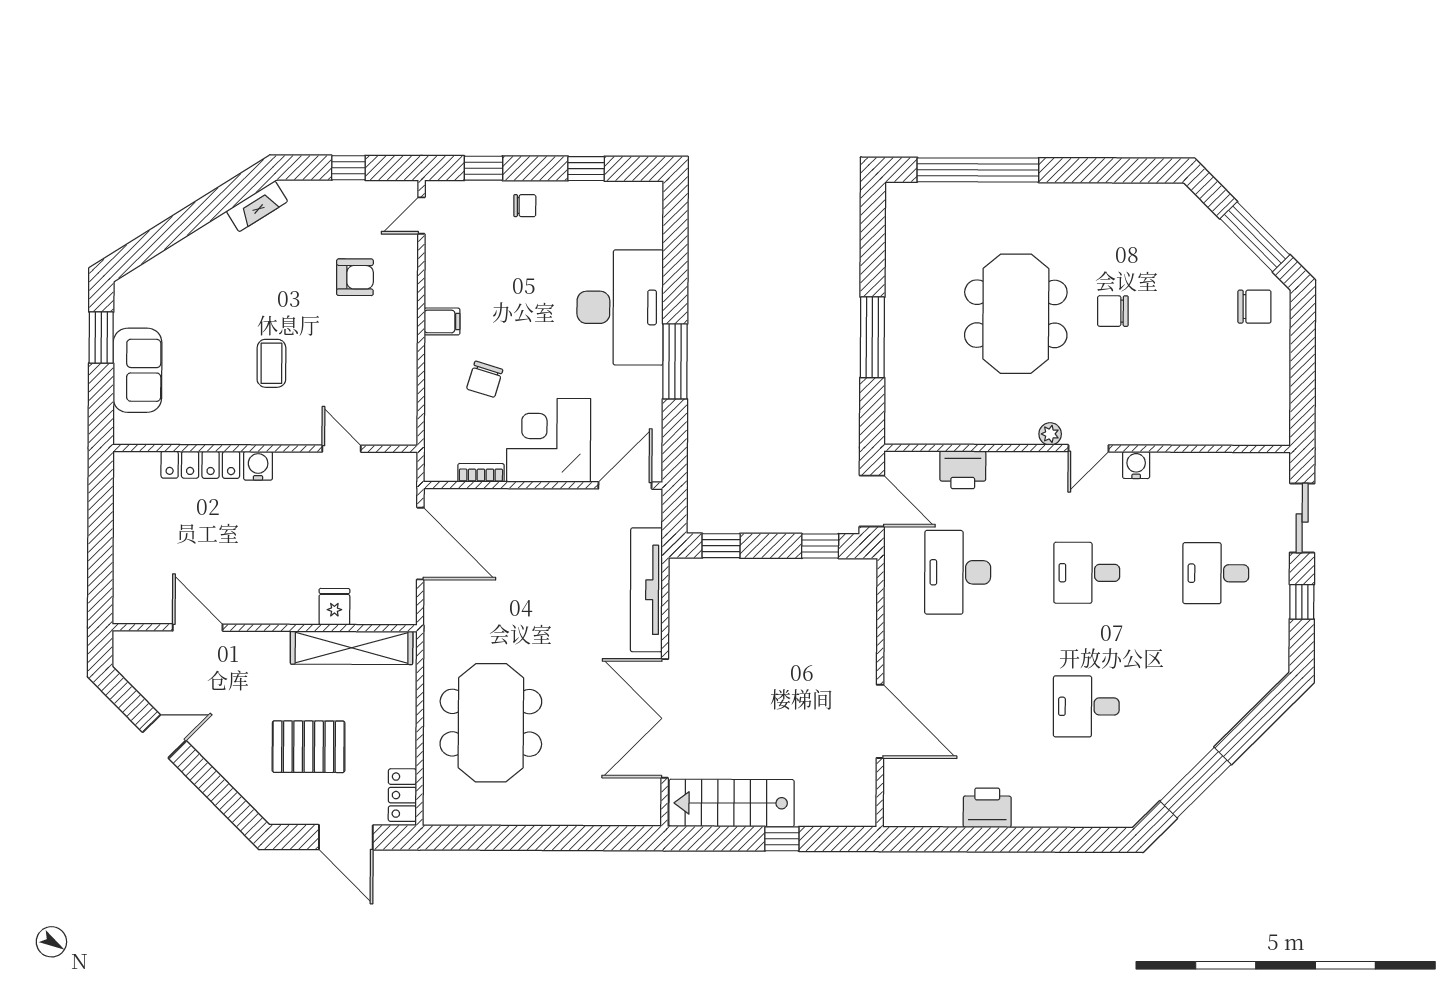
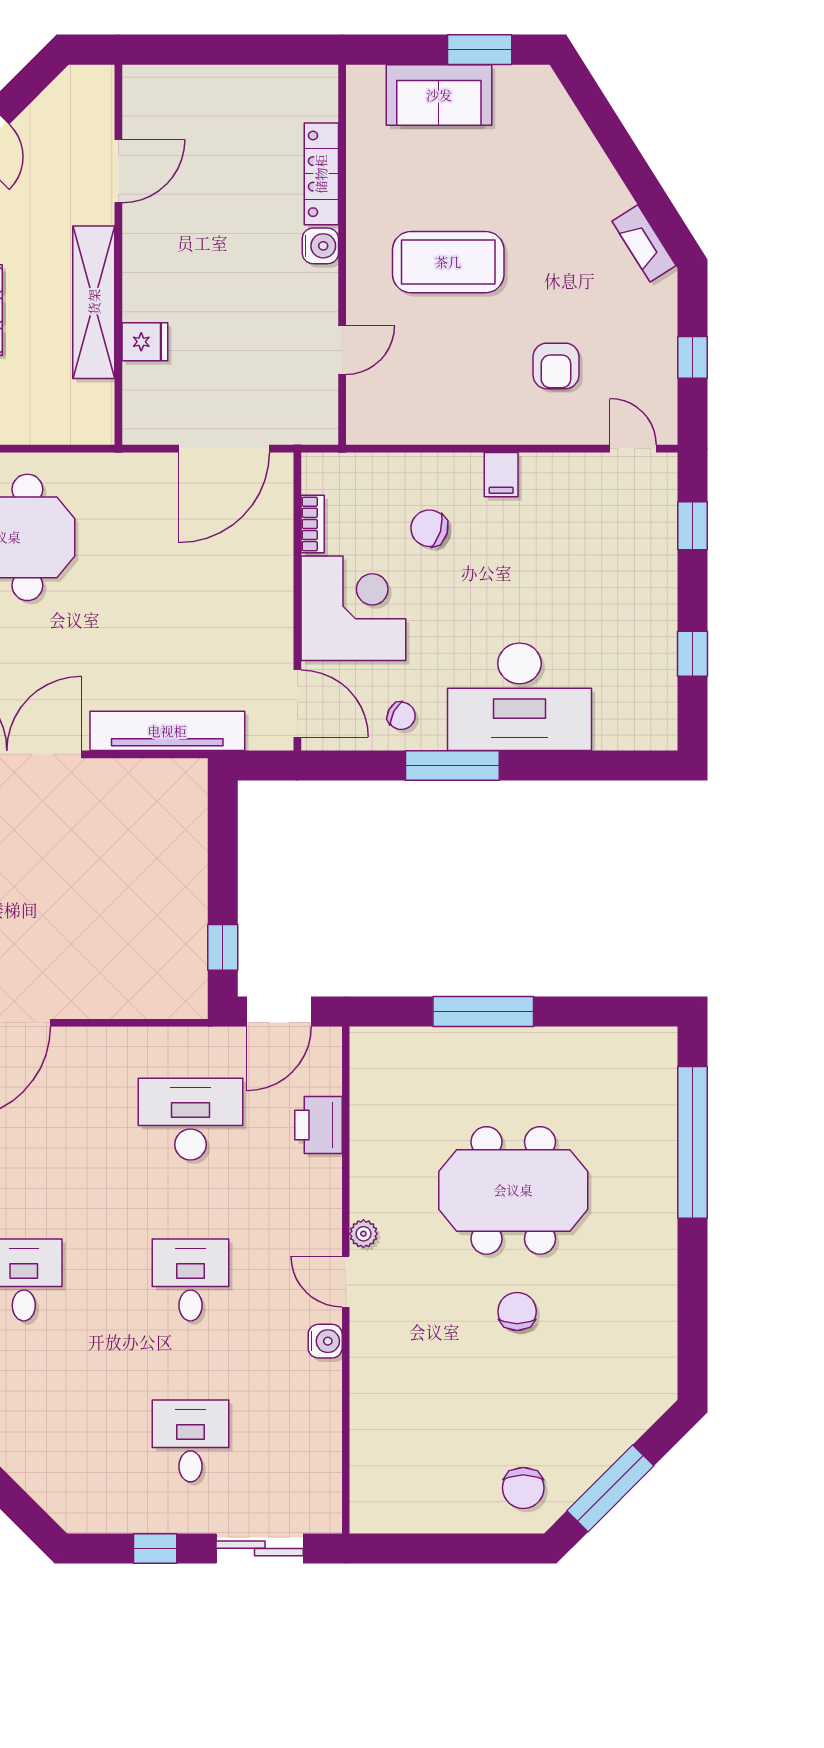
chair: (525, 206) -> (401, 716), moved, turned -62
coffee table: (271, 363) -> (448, 262), width x1.86, depth x1.72
window: (721, 546) -> (223, 824), removed
shelving: (352, 648) -> (94, 302), moved

